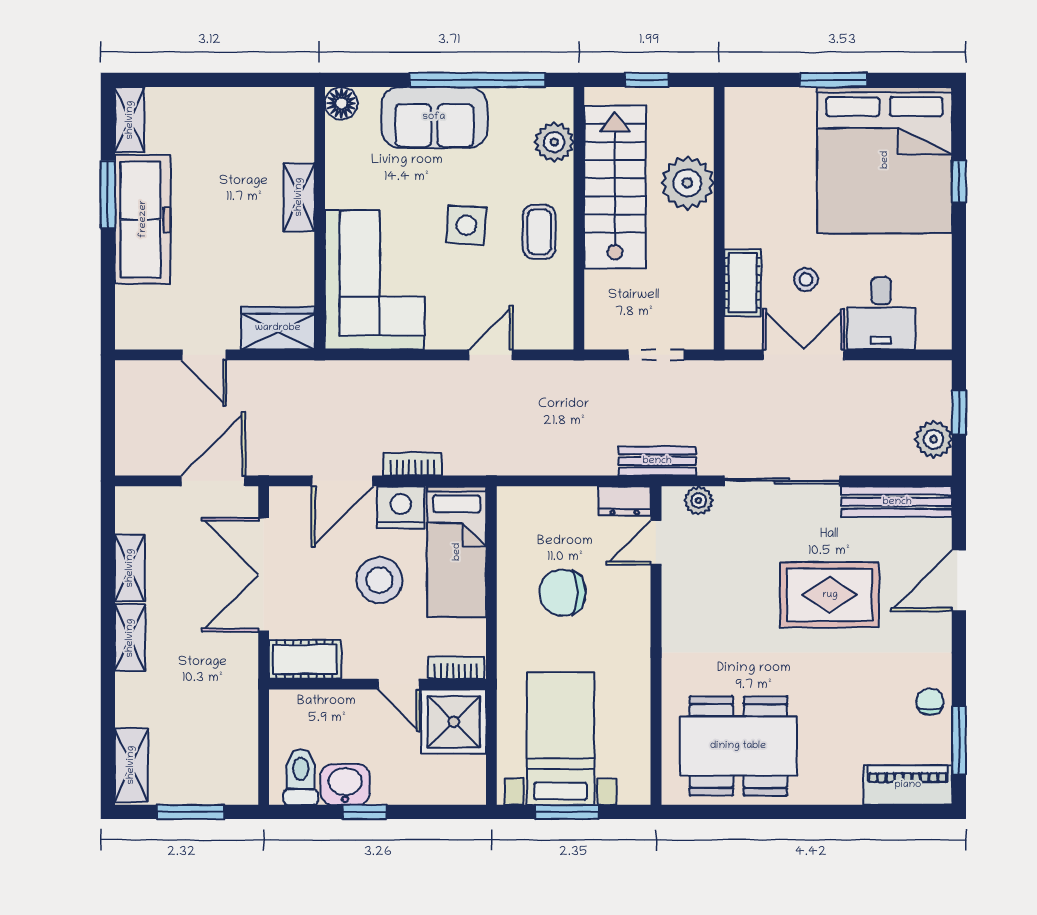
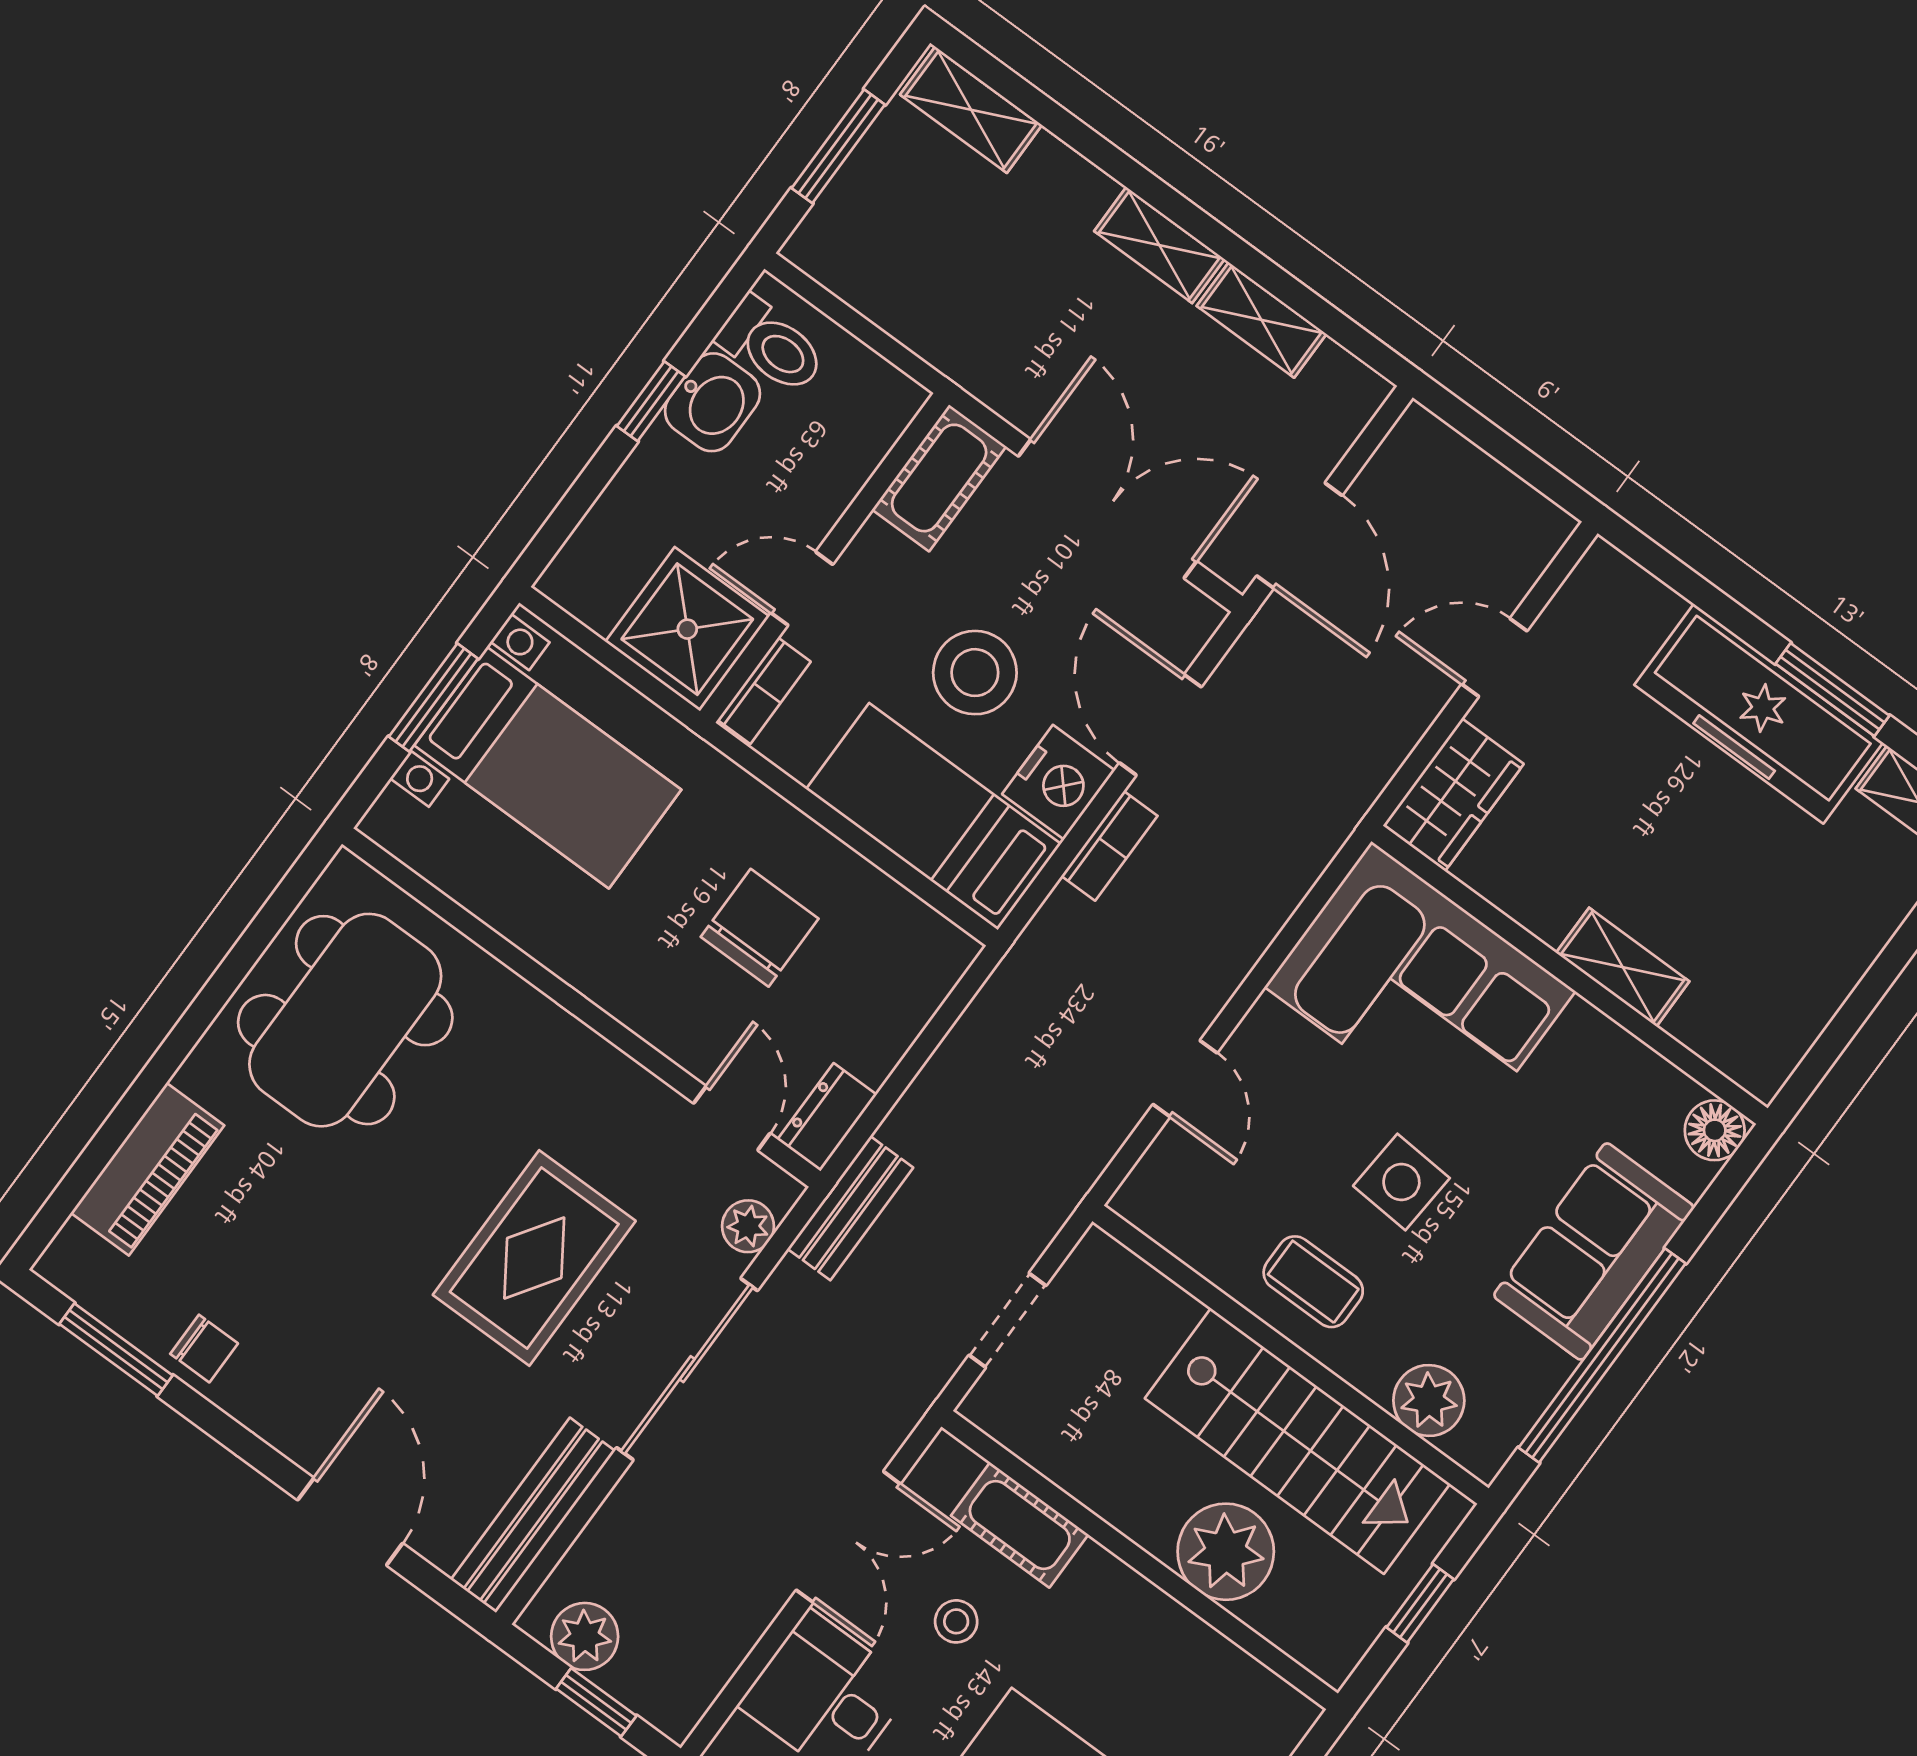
rug: (830, 595) -> (534, 1258), moved
piano: (908, 785) -> (148, 1169), moved

